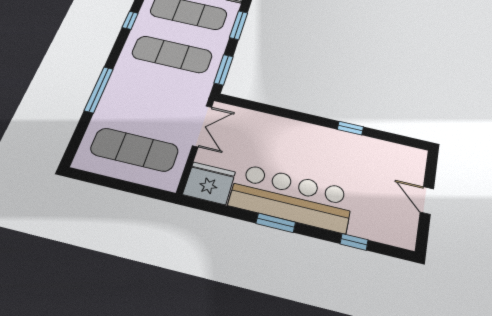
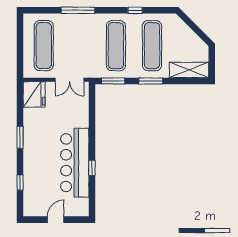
bar counter: (291, 198) -> (75, 163), moved, turned 180

